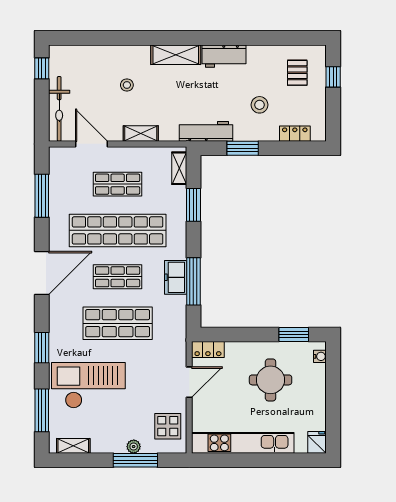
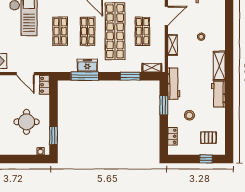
shop shelf: (118, 323) -> (60, 31), width x0.70, depth x0.74

